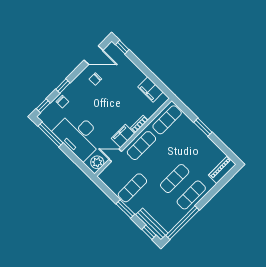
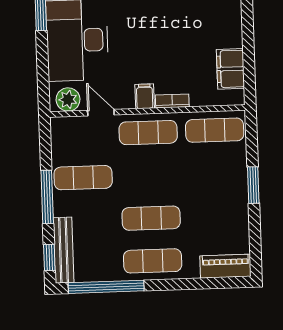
filing cabinet: (123, 136) -> (145, 96), width x0.50
window: (125, 209) -> (47, 197), width x1.44

